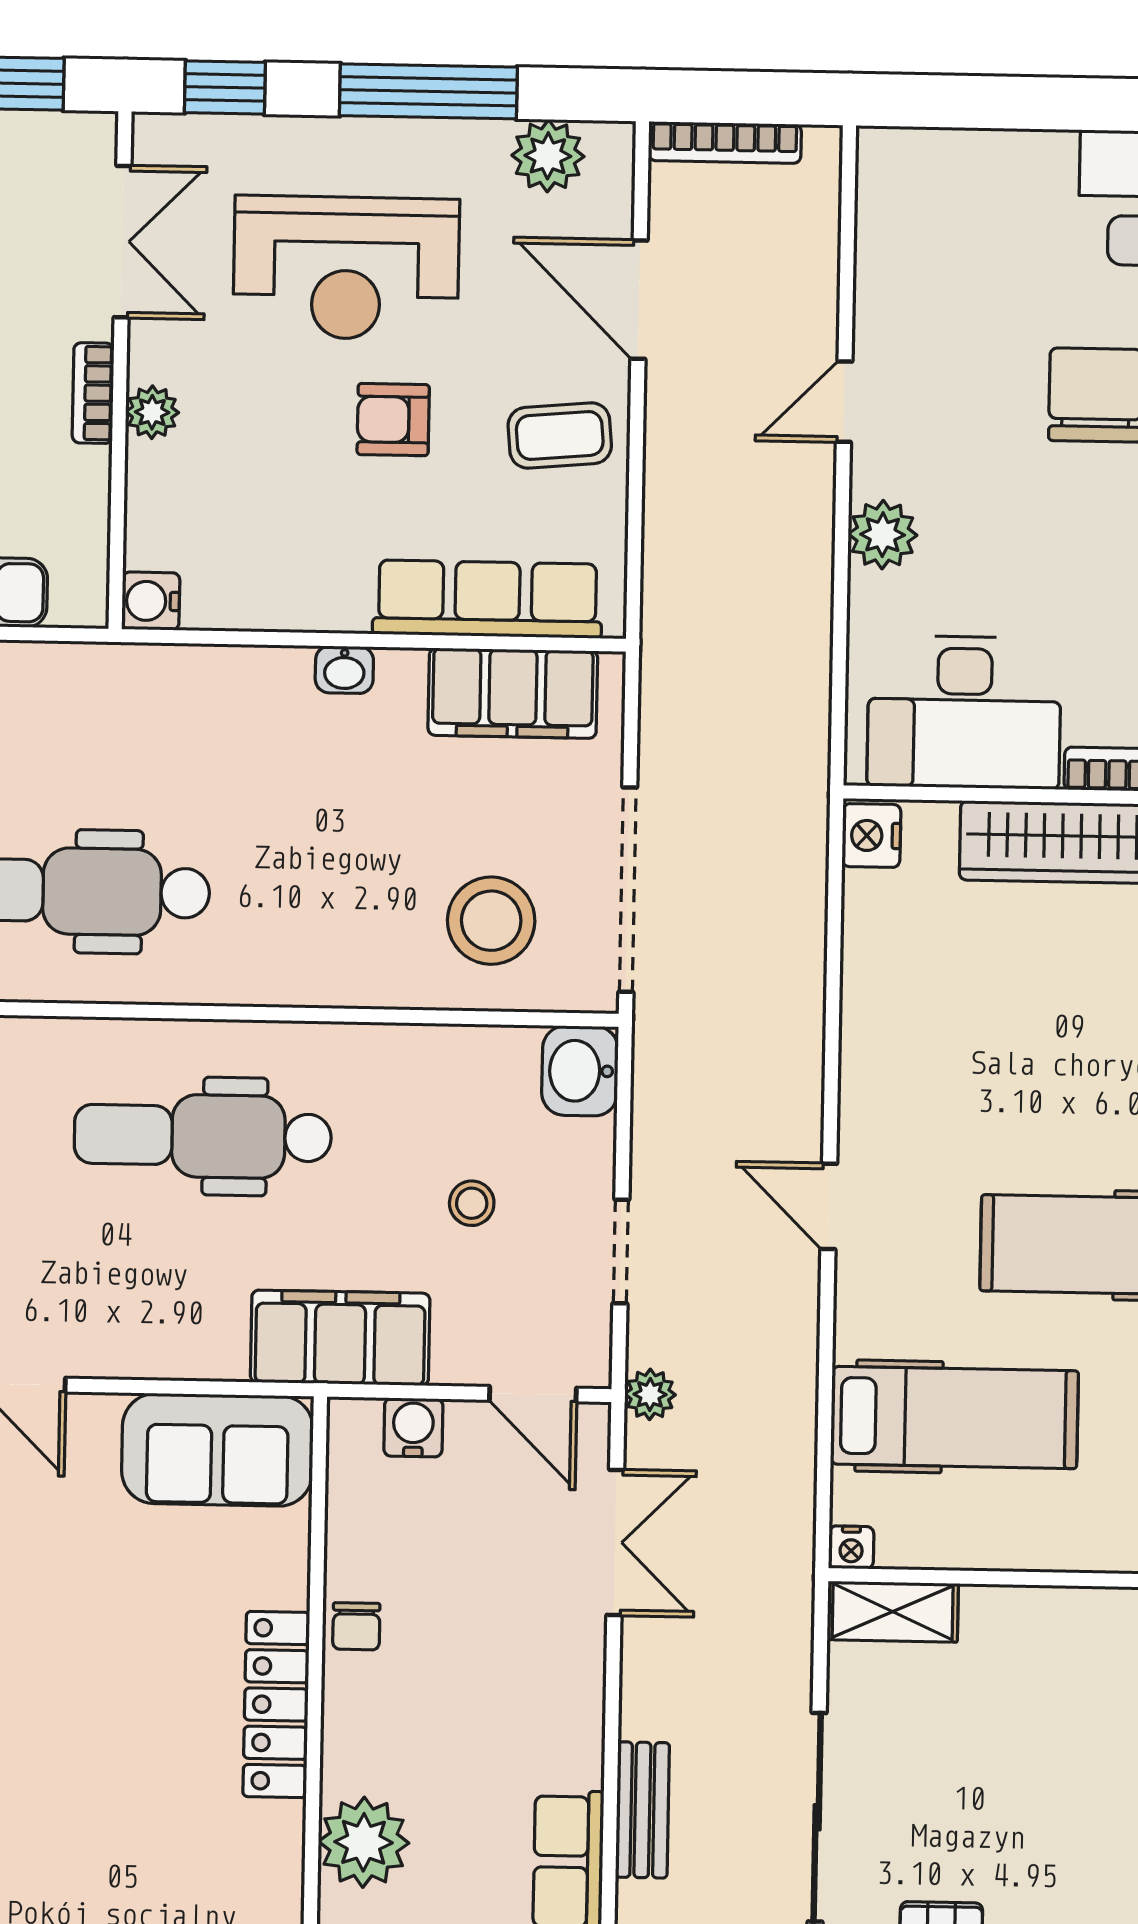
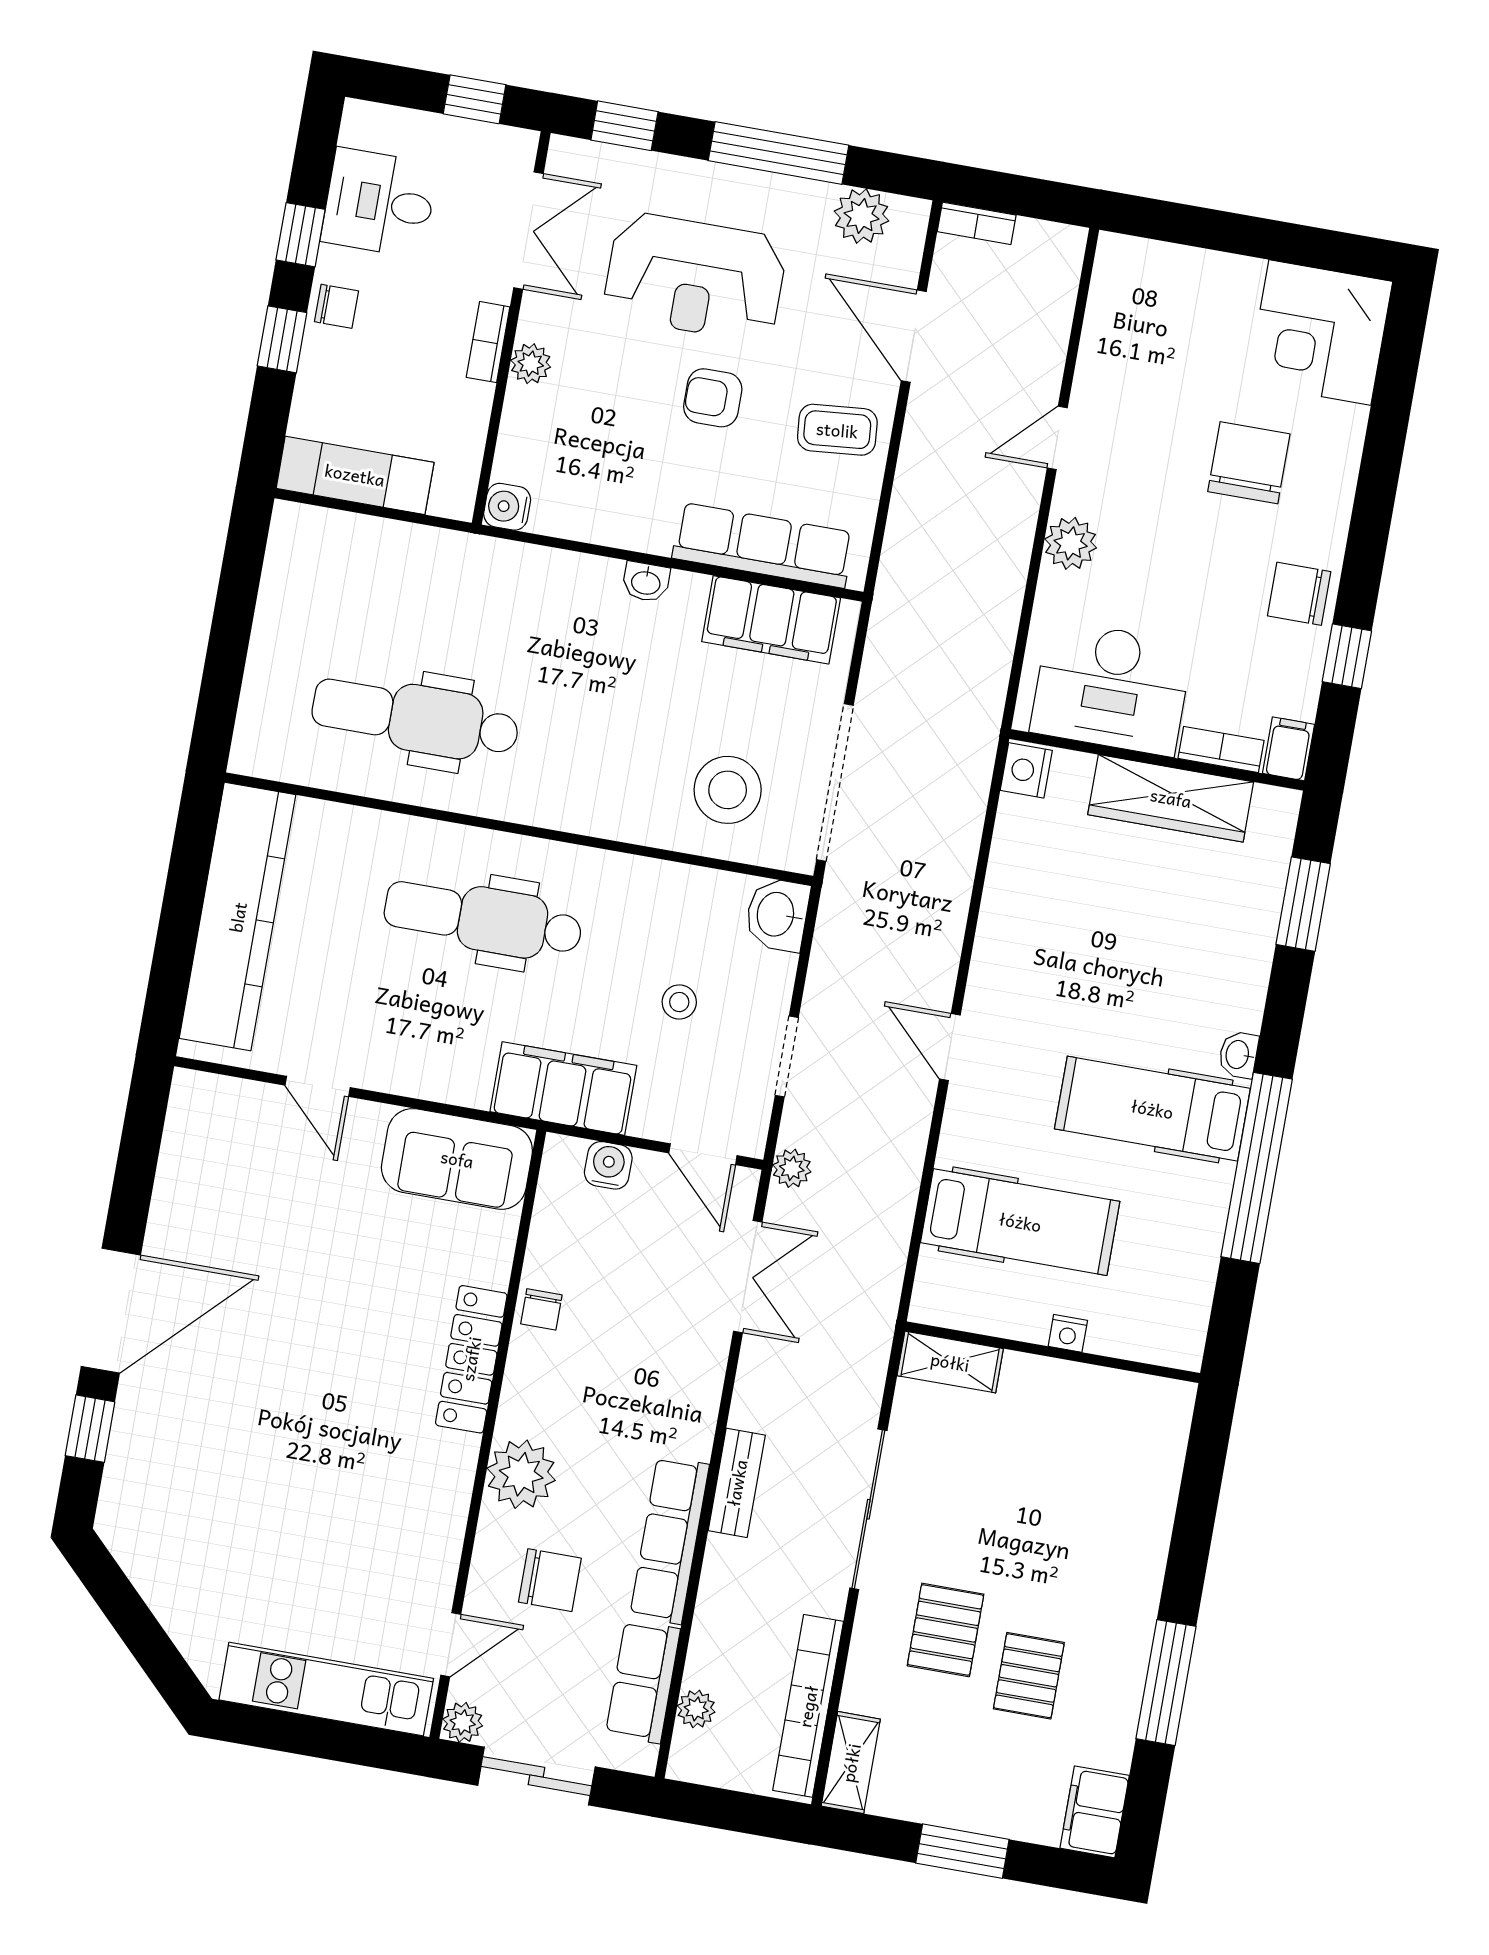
bookcase: (725, 142) -> (977, 223), width x0.64
nightstand: (851, 1547) -> (1068, 1333), moved

